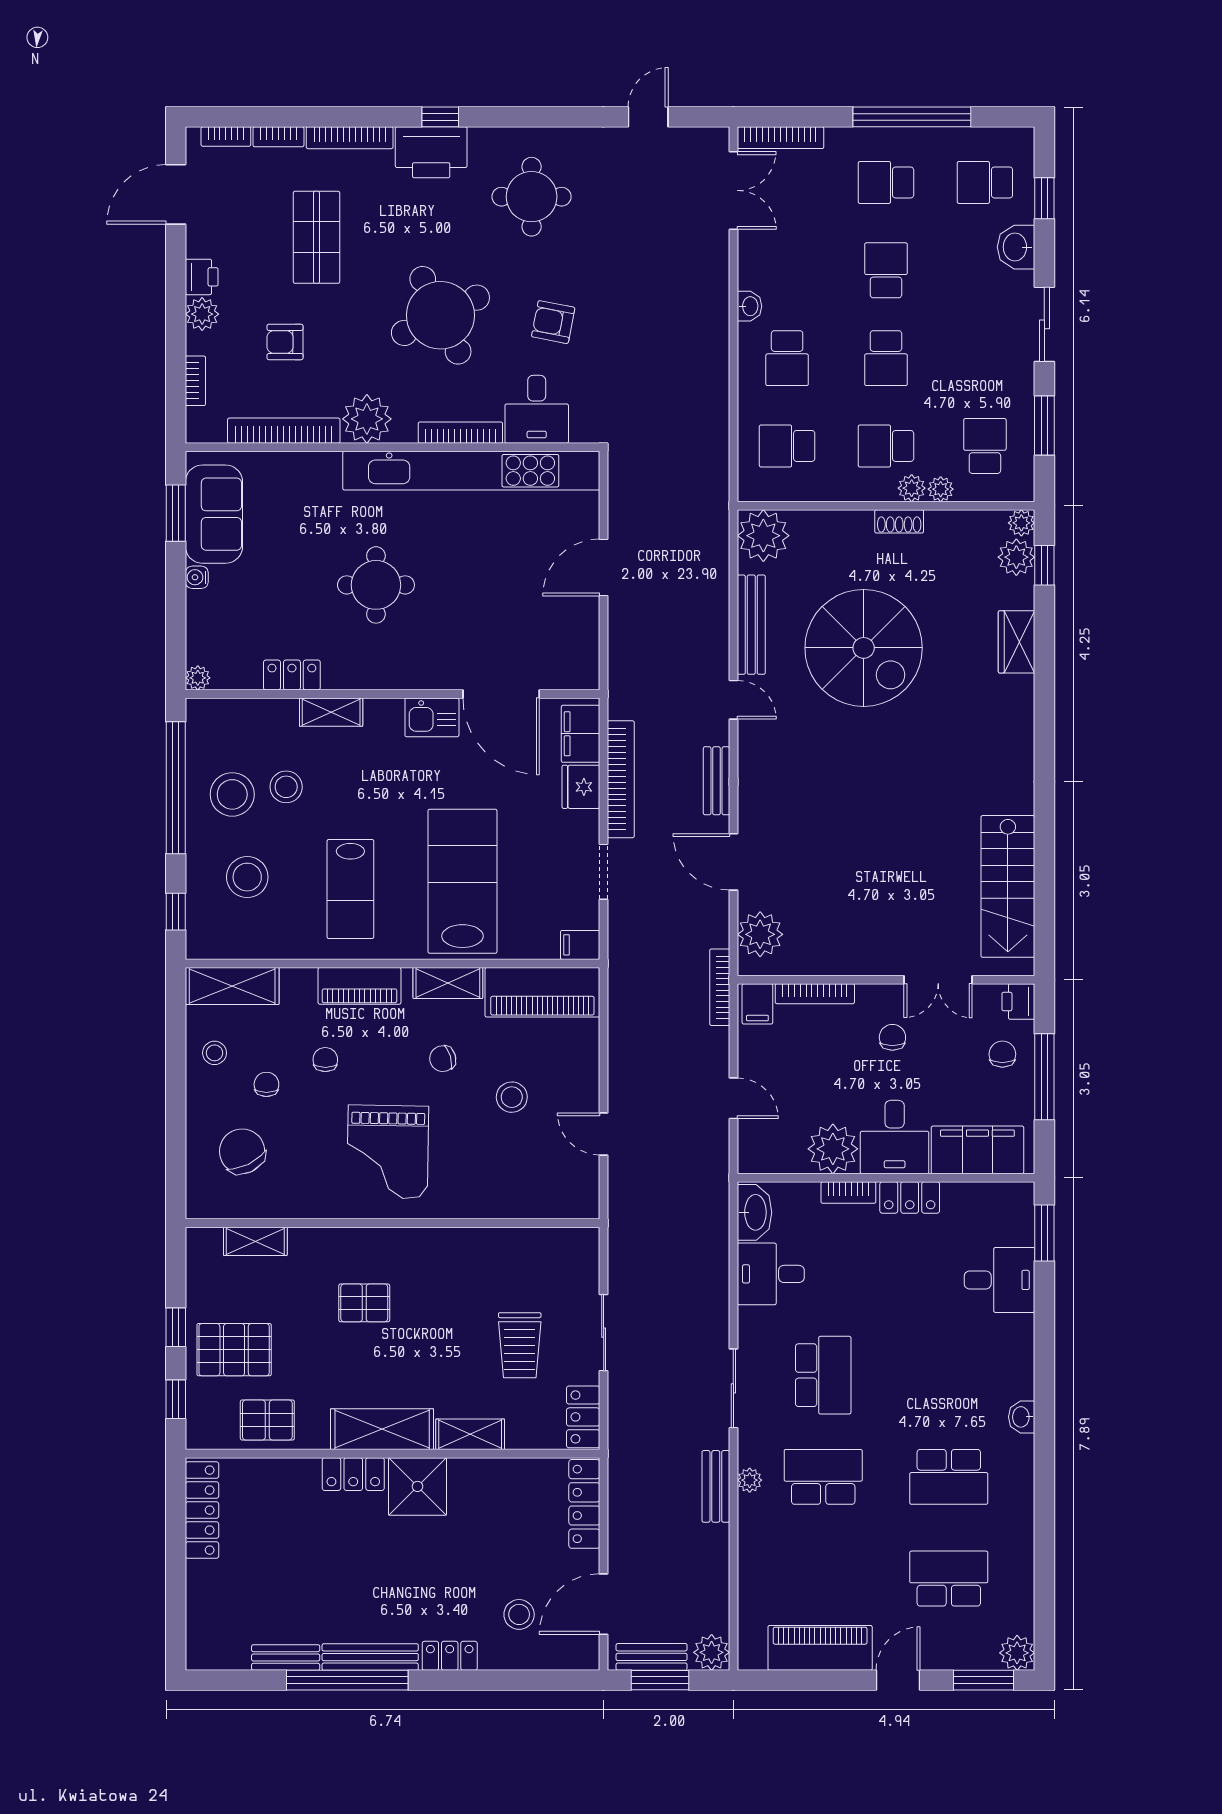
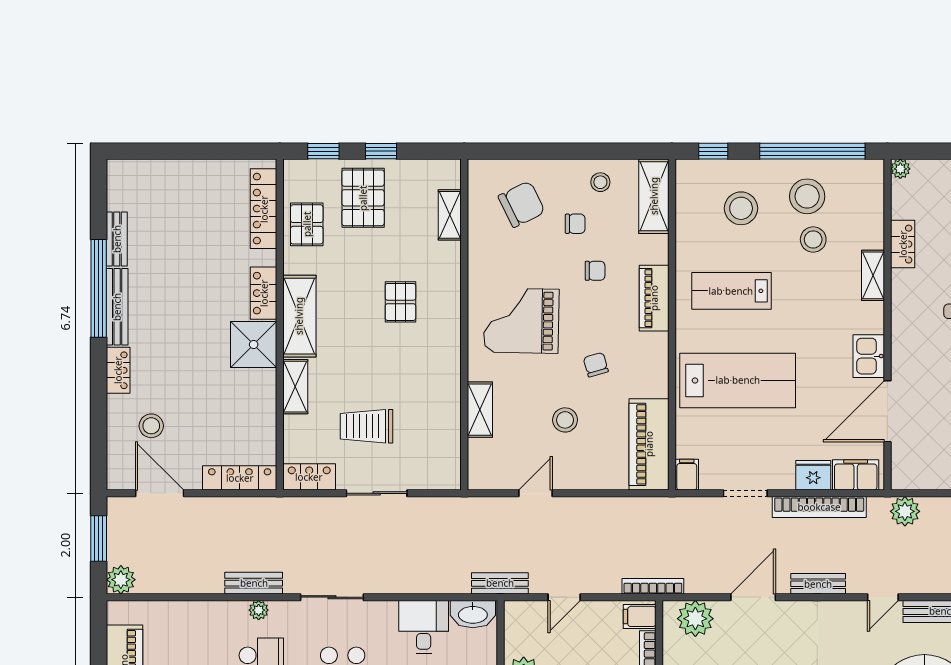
plant: (626, 672) -> (905, 511), added
shelving: (448, 983) -> (480, 410), moved
locker: (202, 1510) -> (264, 209), moved, turned 90
bench: (652, 1657) -> (500, 583), moved, turned 90

